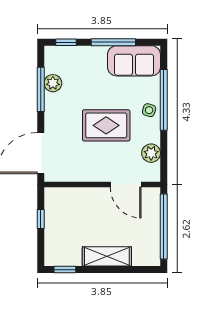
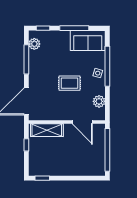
plant: (53, 83) -> (34, 44), moved
rug: (106, 125) -> (69, 83), width x0.73, depth x0.70
shelving: (107, 256) -> (47, 130), moved

